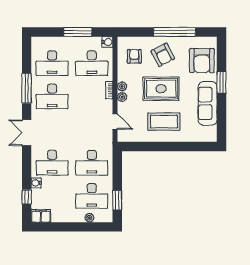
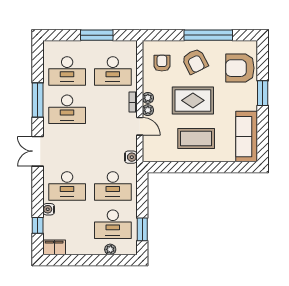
water cooler: (107, 42) -> (131, 157), moved
armchair: (202, 61) -> (240, 68), turned 90
sofa: (208, 103) -> (247, 137), moved
door: (115, 121) -> (140, 126), moved

